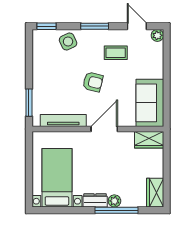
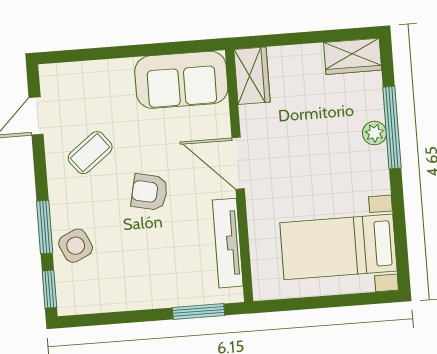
window: (95, 26) -> (45, 227), moved
plant: (157, 35) -> (51, 75), removed
coffee table: (116, 53) -> (90, 153), turned 52
armchair: (93, 82) -> (149, 192), turned -92
dresser: (95, 200) -> (376, 170), removed

